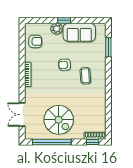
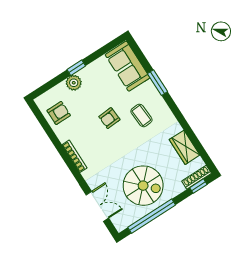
sofa: (79, 32) -> (128, 66), moved, turned 90
window: (108, 47) -> (157, 83), moved
wardrobe: (99, 113) -> (185, 147), added
double door: (22, 115) -> (97, 206), swing flipped

